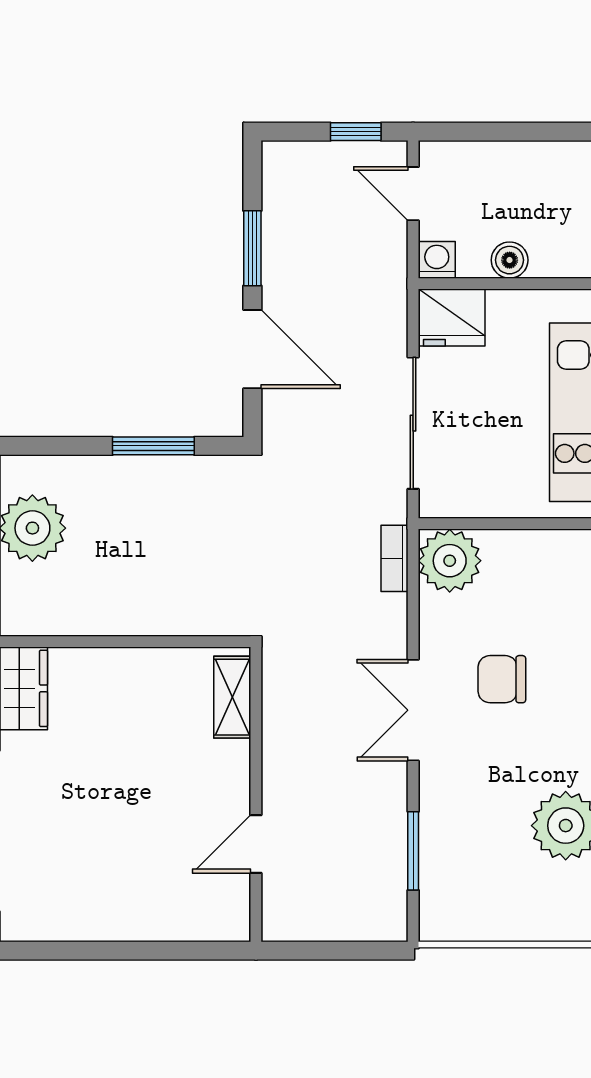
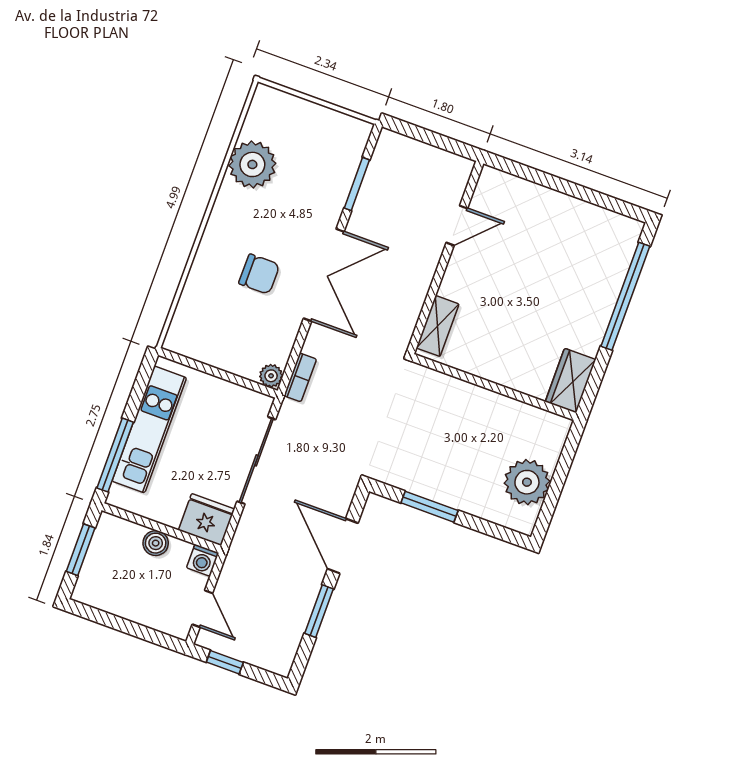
plant: (450, 561) -> (271, 376), width x0.53, depth x0.53
double door: (413, 710) -> (324, 275), width x1.37

